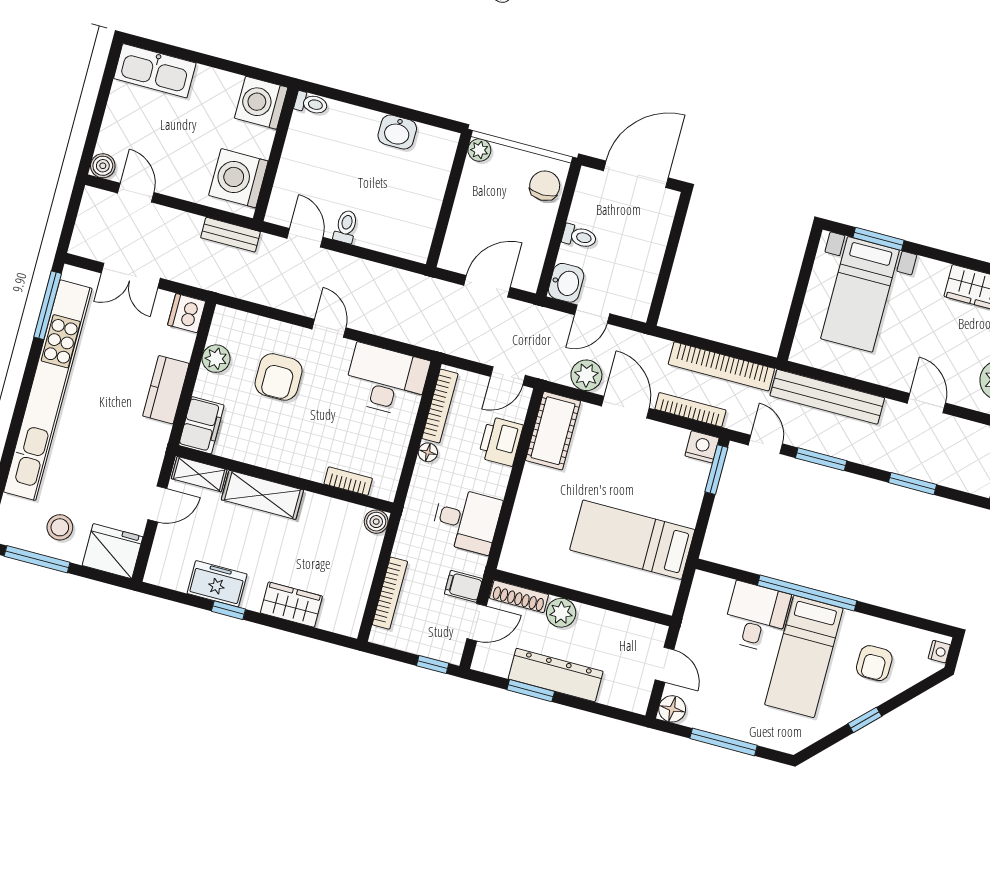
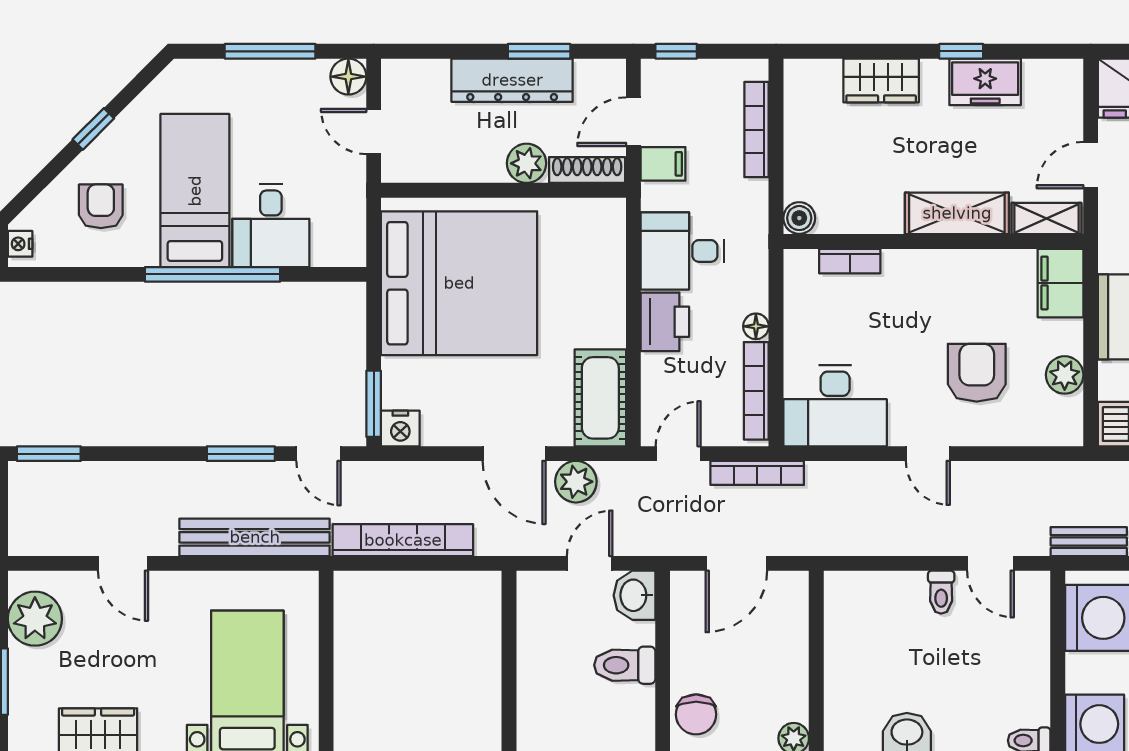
toilet: (579, 237) -> (625, 665), width x1.37, depth x1.39
bookcase: (690, 410) -> (757, 473), moved
printer: (501, 441) -> (665, 322), moved
window: (912, 484) -> (49, 454), moved
bed: (632, 540) -> (459, 283), width x2.04

